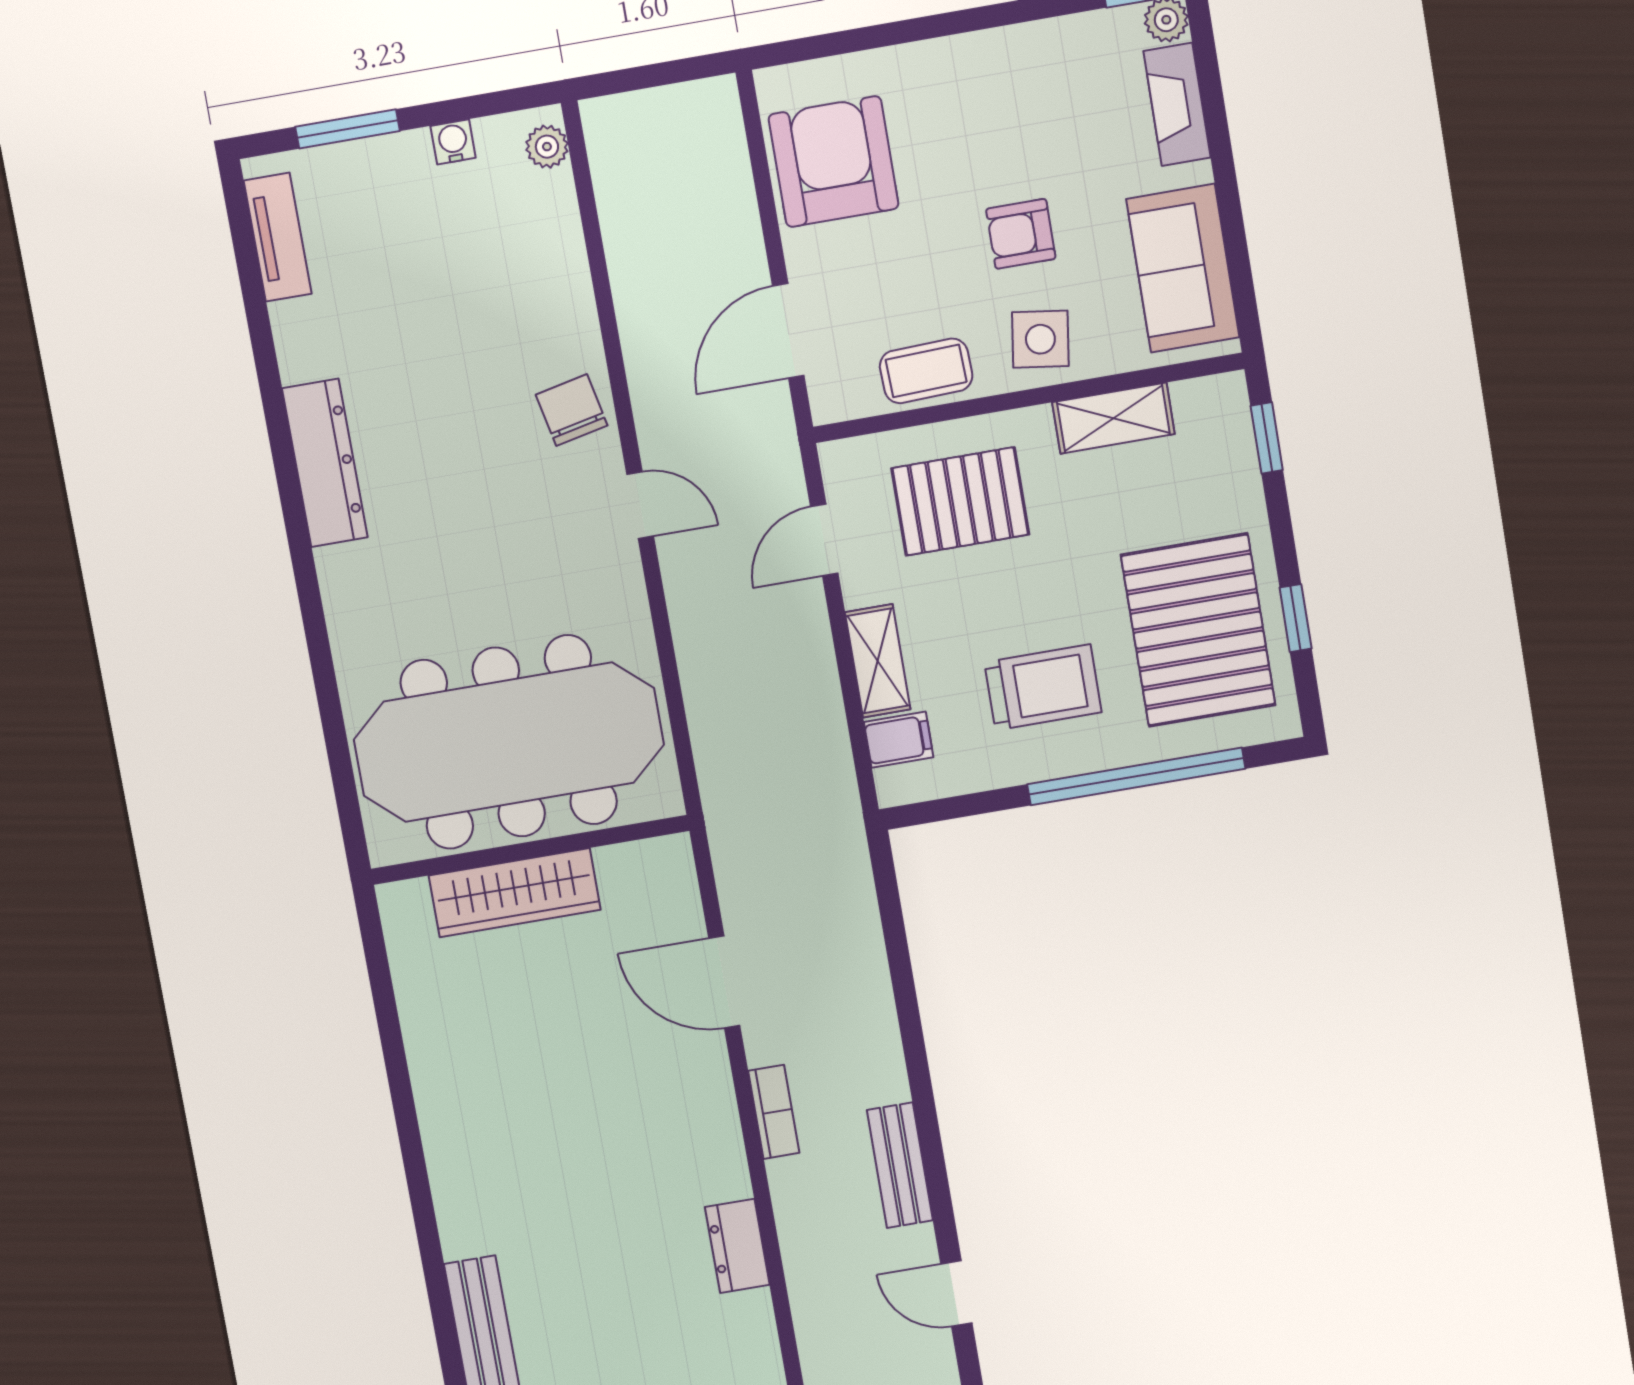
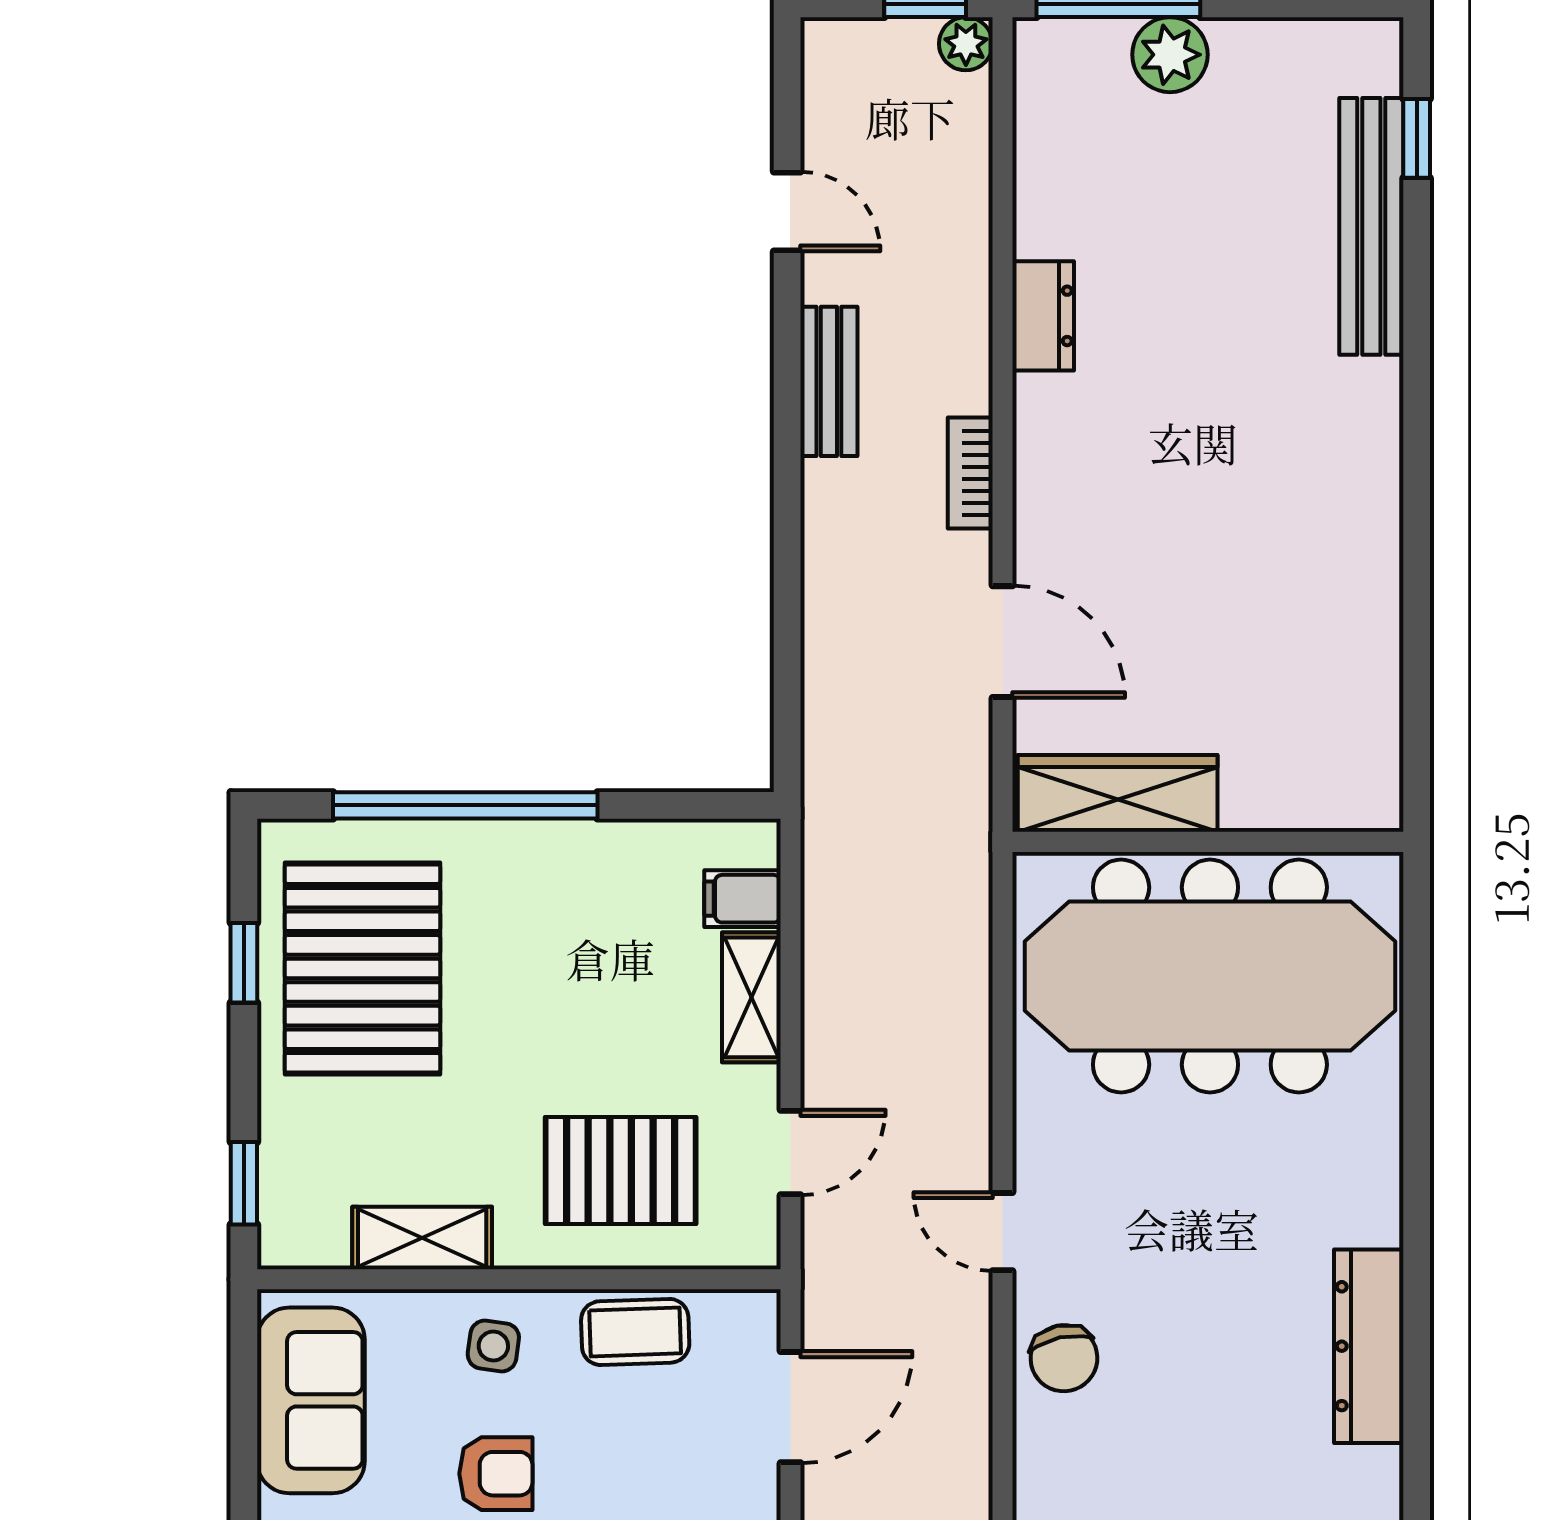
side table: (1040, 339) -> (493, 1346), width x0.73, depth x0.73
trolley: (1043, 687) -> (559, 932), removed
wardrobe: (515, 893) -> (1118, 793), moved

